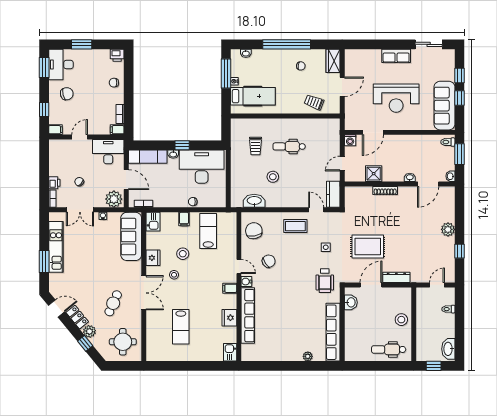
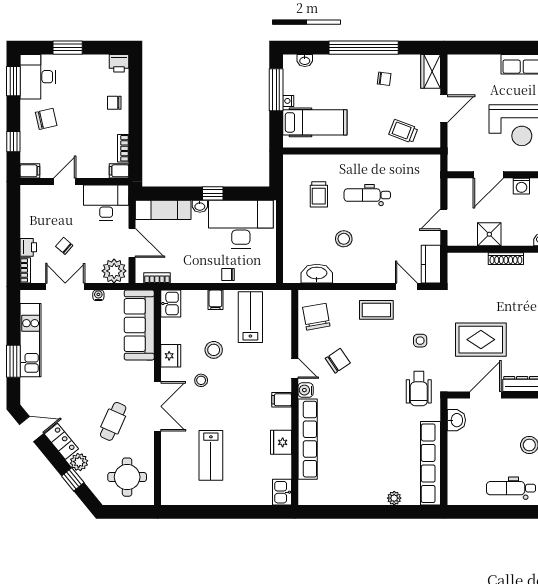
washing machine: (350, 140) -> (521, 186), moved
double door: (80, 210) -> (65, 287), swing flipped

